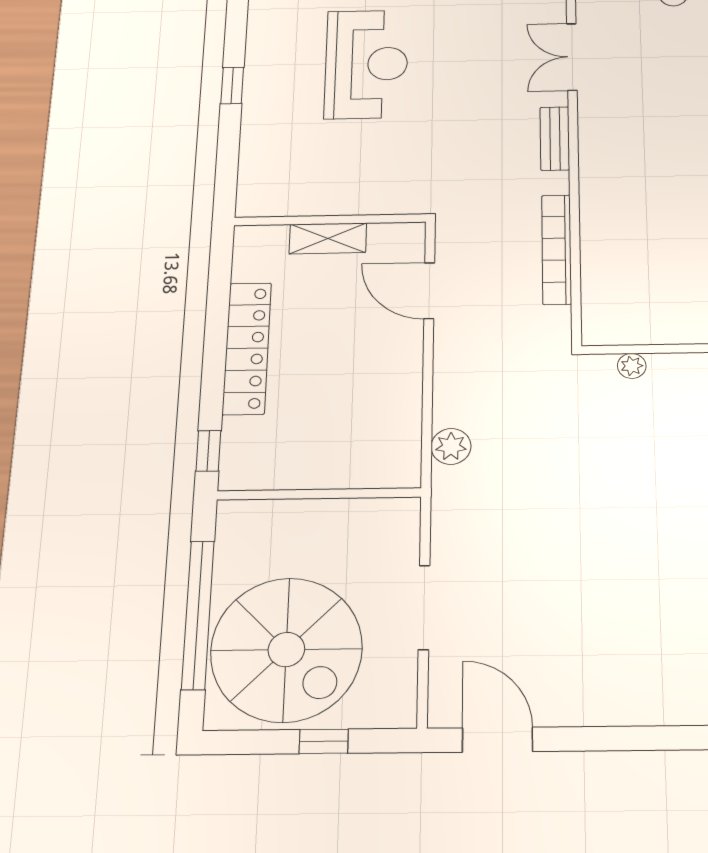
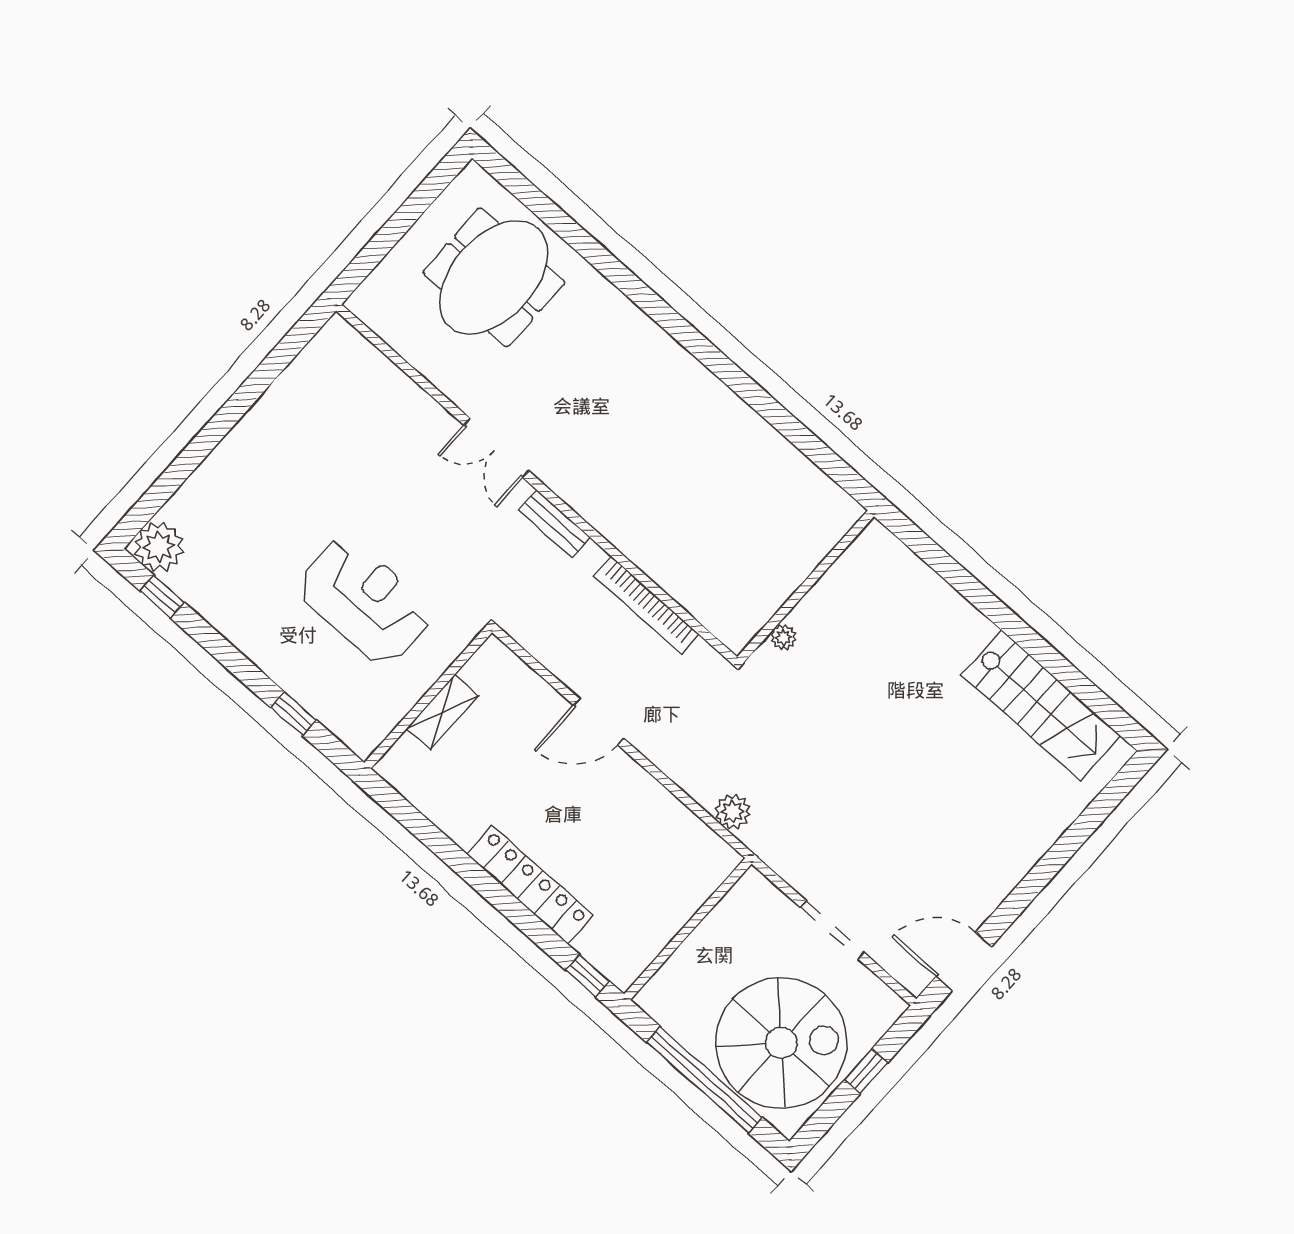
wall: (330, 220) -> (428, 698), moved
shelving: (328, 238) -> (442, 712), moved

